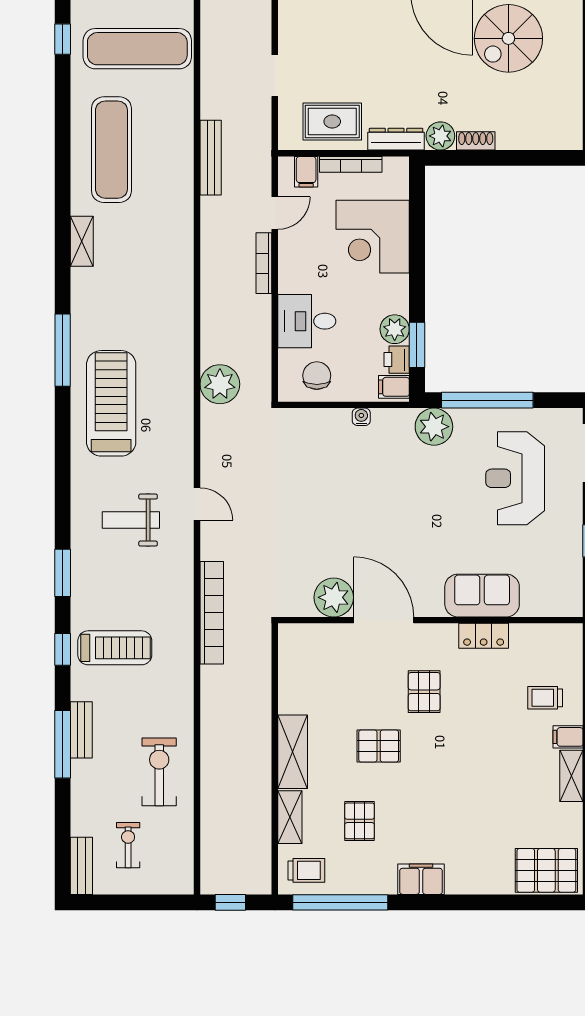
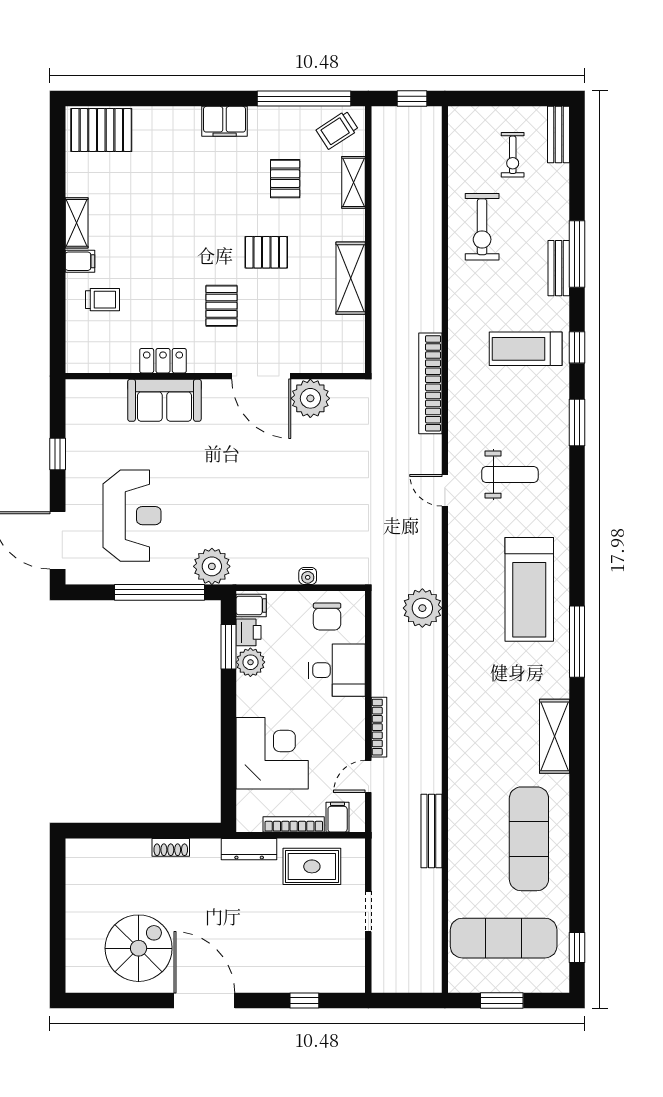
plant: (440, 136) -> (205, 852), removed
shelving: (82, 241) -> (554, 736), width x1.50, depth x1.33
water cooler: (361, 417) -> (308, 576), moved
shelving: (293, 752) -> (351, 278), moved
trolley: (306, 870) -> (337, 130), turned -33

